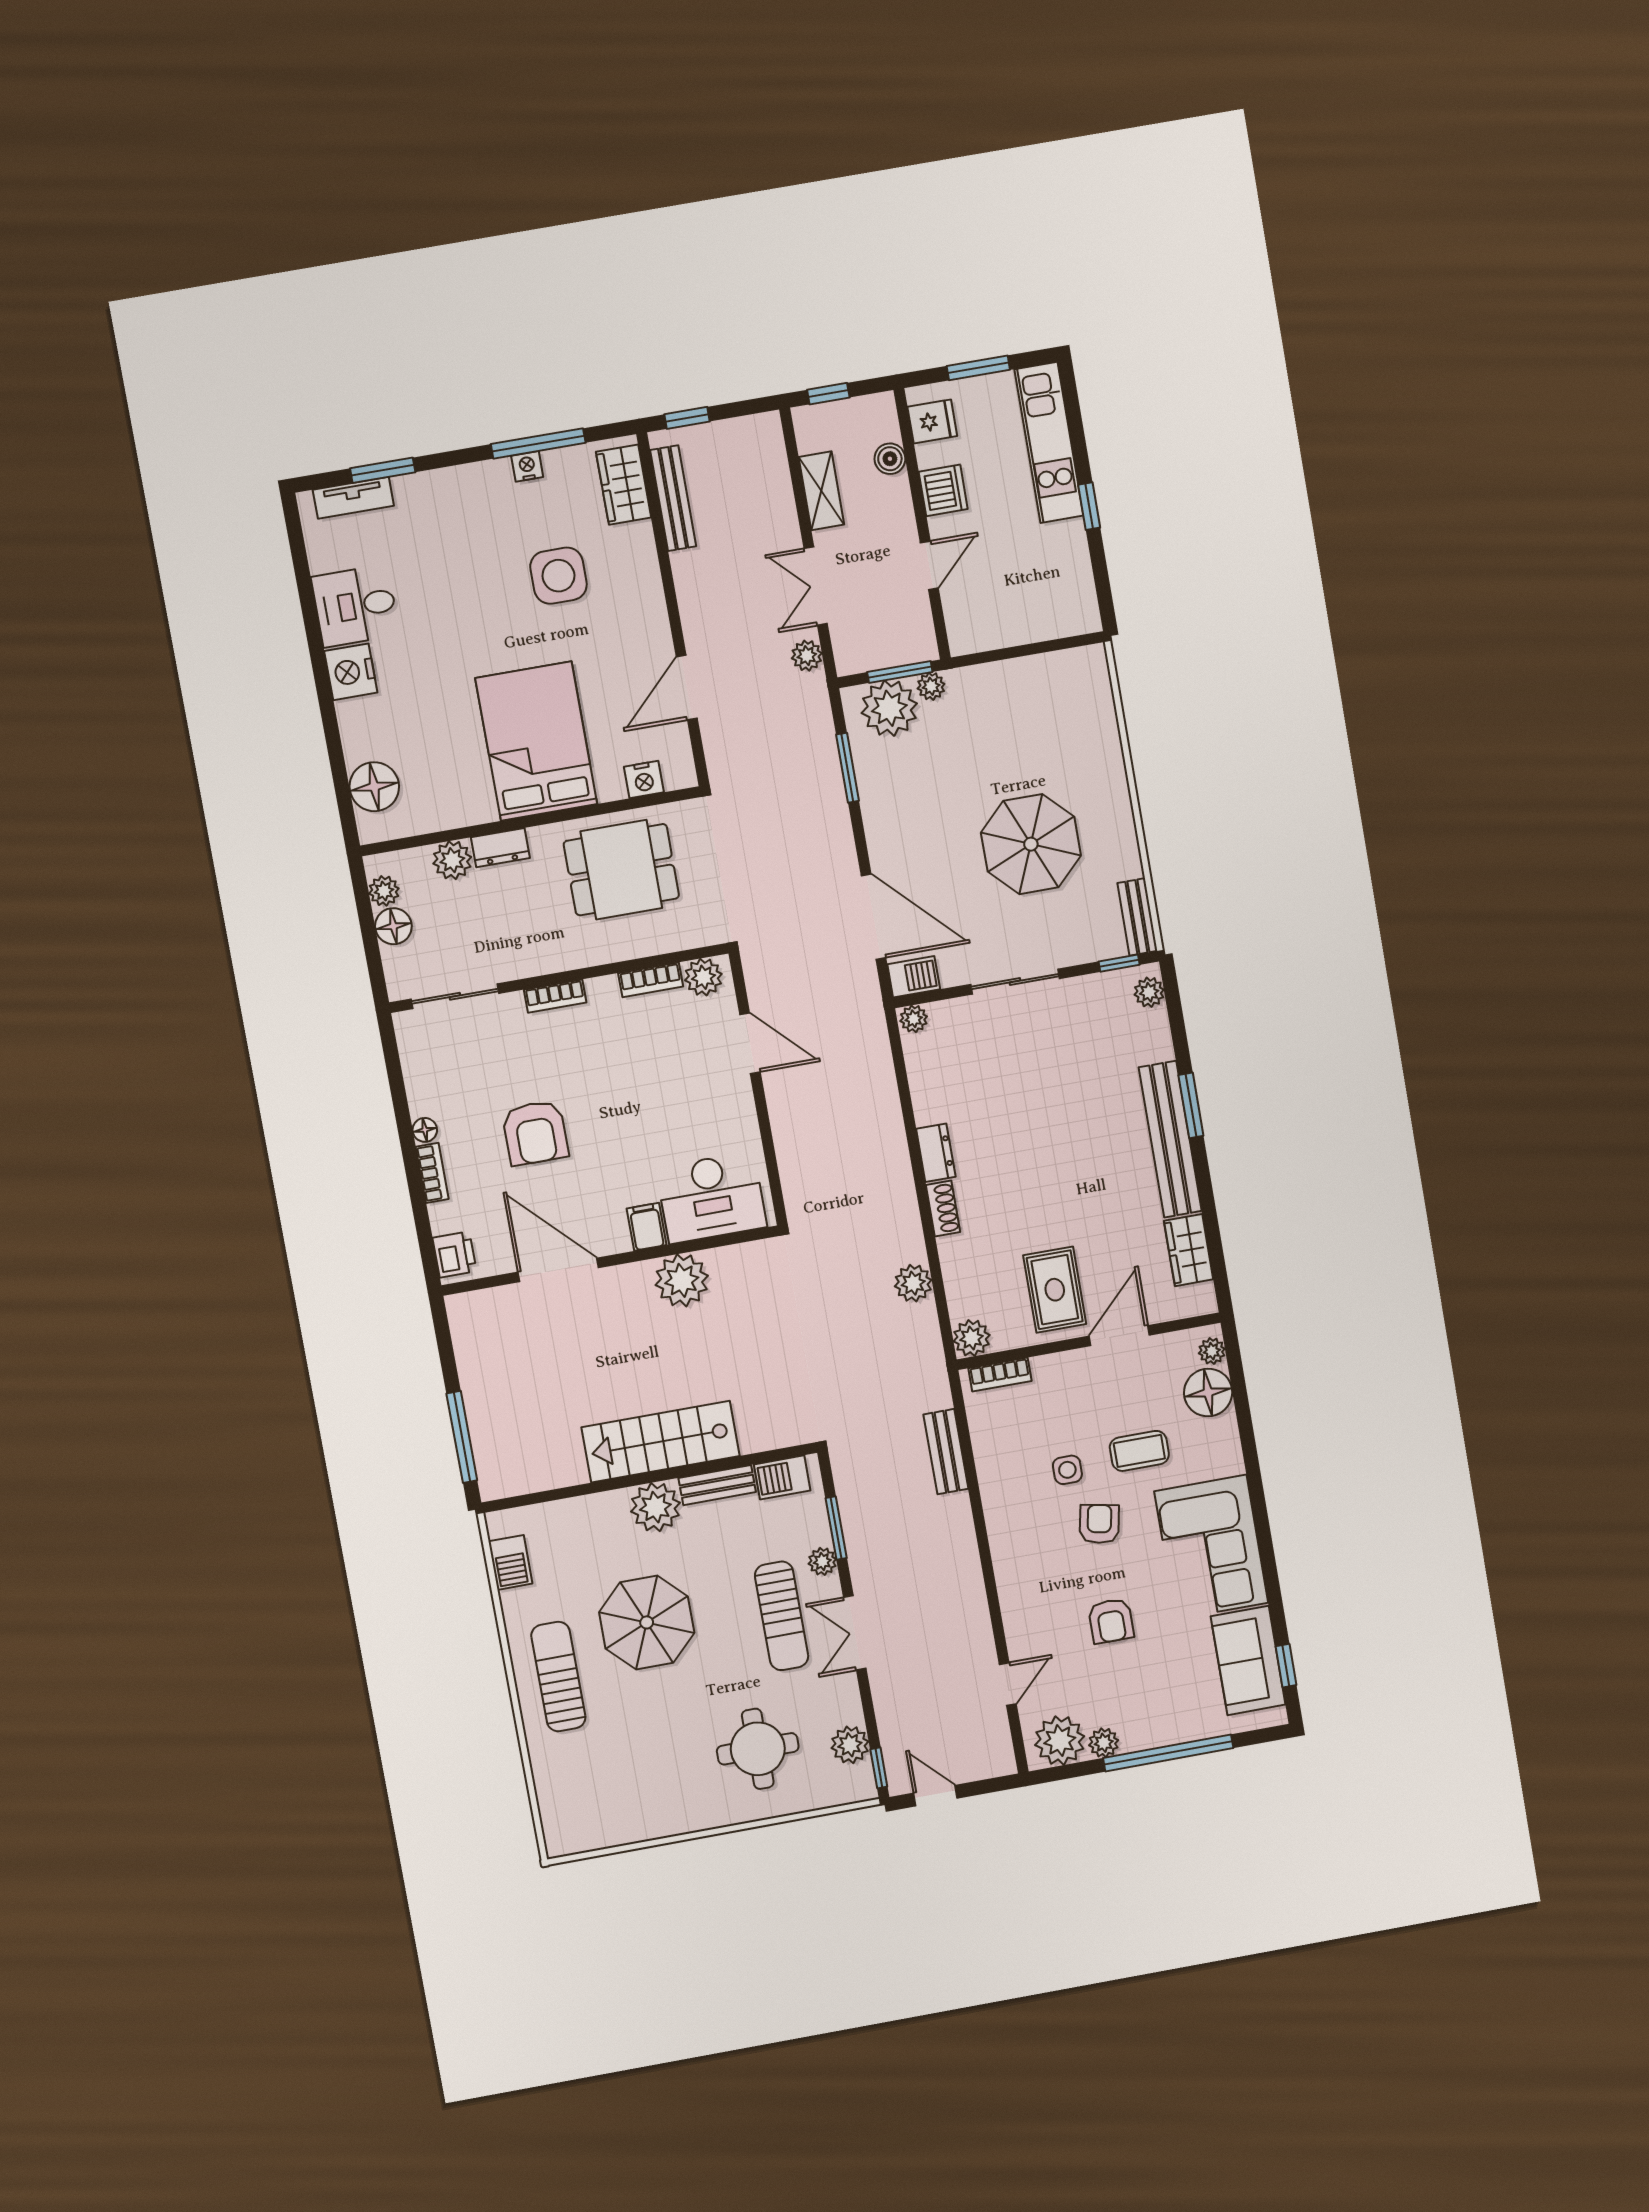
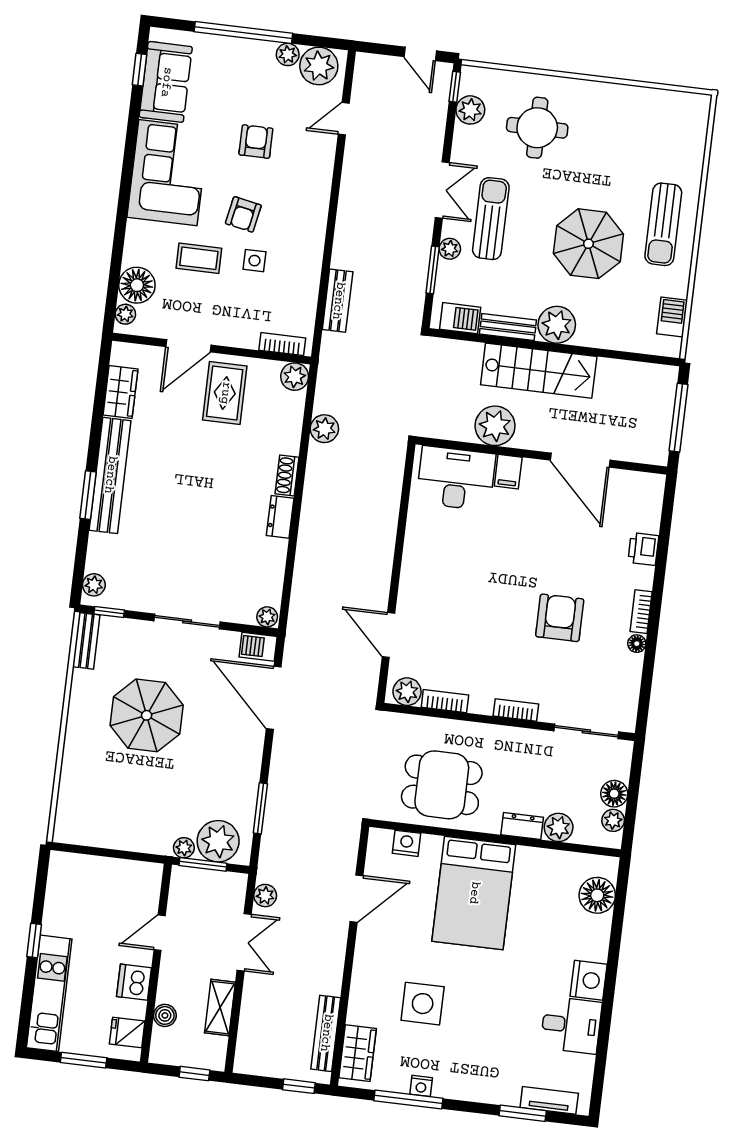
desk: (711, 1197) -> (456, 478), moved
filing cabinet: (647, 1227) -> (508, 472), moved
wall: (610, 1261) -> (541, 455), moved
door: (558, 1270) -> (580, 460), moved
plant: (682, 1280) -> (495, 426), moved

